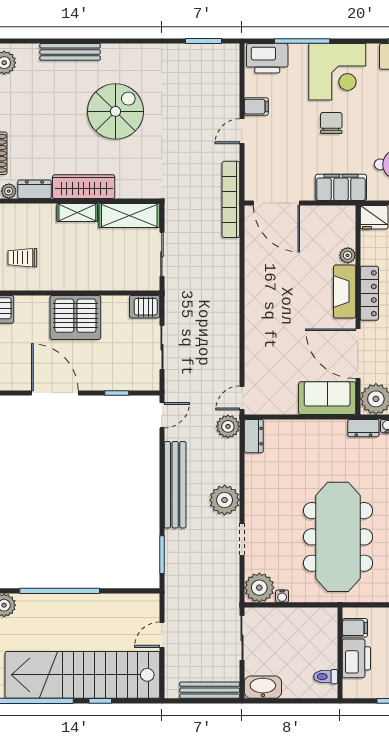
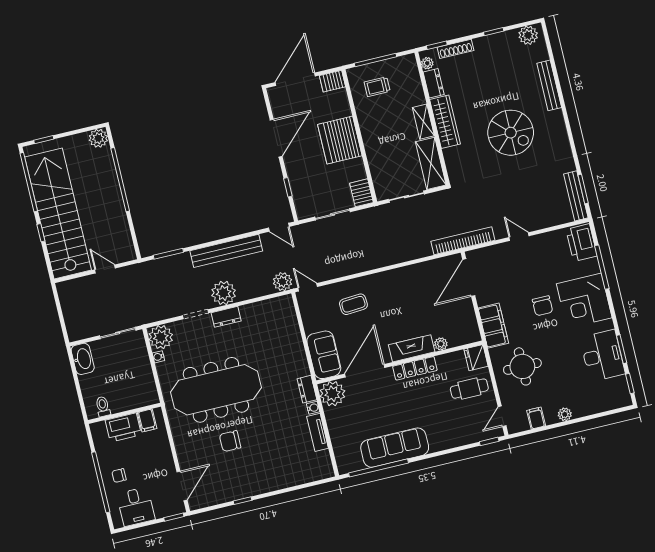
filing cabinet: (256, 107) -> (541, 243), removed
chair: (331, 123) -> (543, 306), turned 90
trolley: (22, 258) -> (377, 87), turned -90
coffee table: (275, 348) -> (353, 304), added
dresser: (254, 436) -> (226, 317), moved
bench: (210, 690) -> (576, 196), moved

